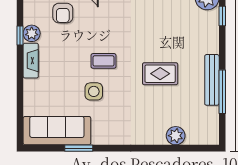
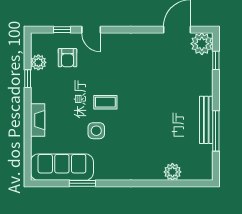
plant: (32, 33) -> (38, 62), moved
fireplace: (31, 61) -> (38, 120), moved
rug: (160, 74) -> (158, 114), removed

